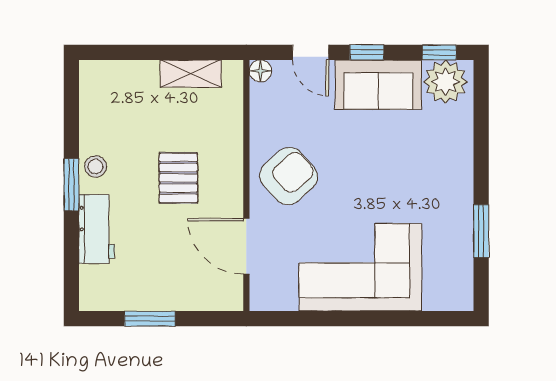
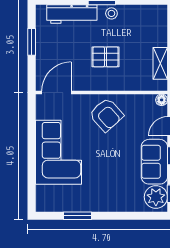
workbench: (97, 229) -> (72, 14), width x1.38
door: (246, 246) -> (56, 93), moved

